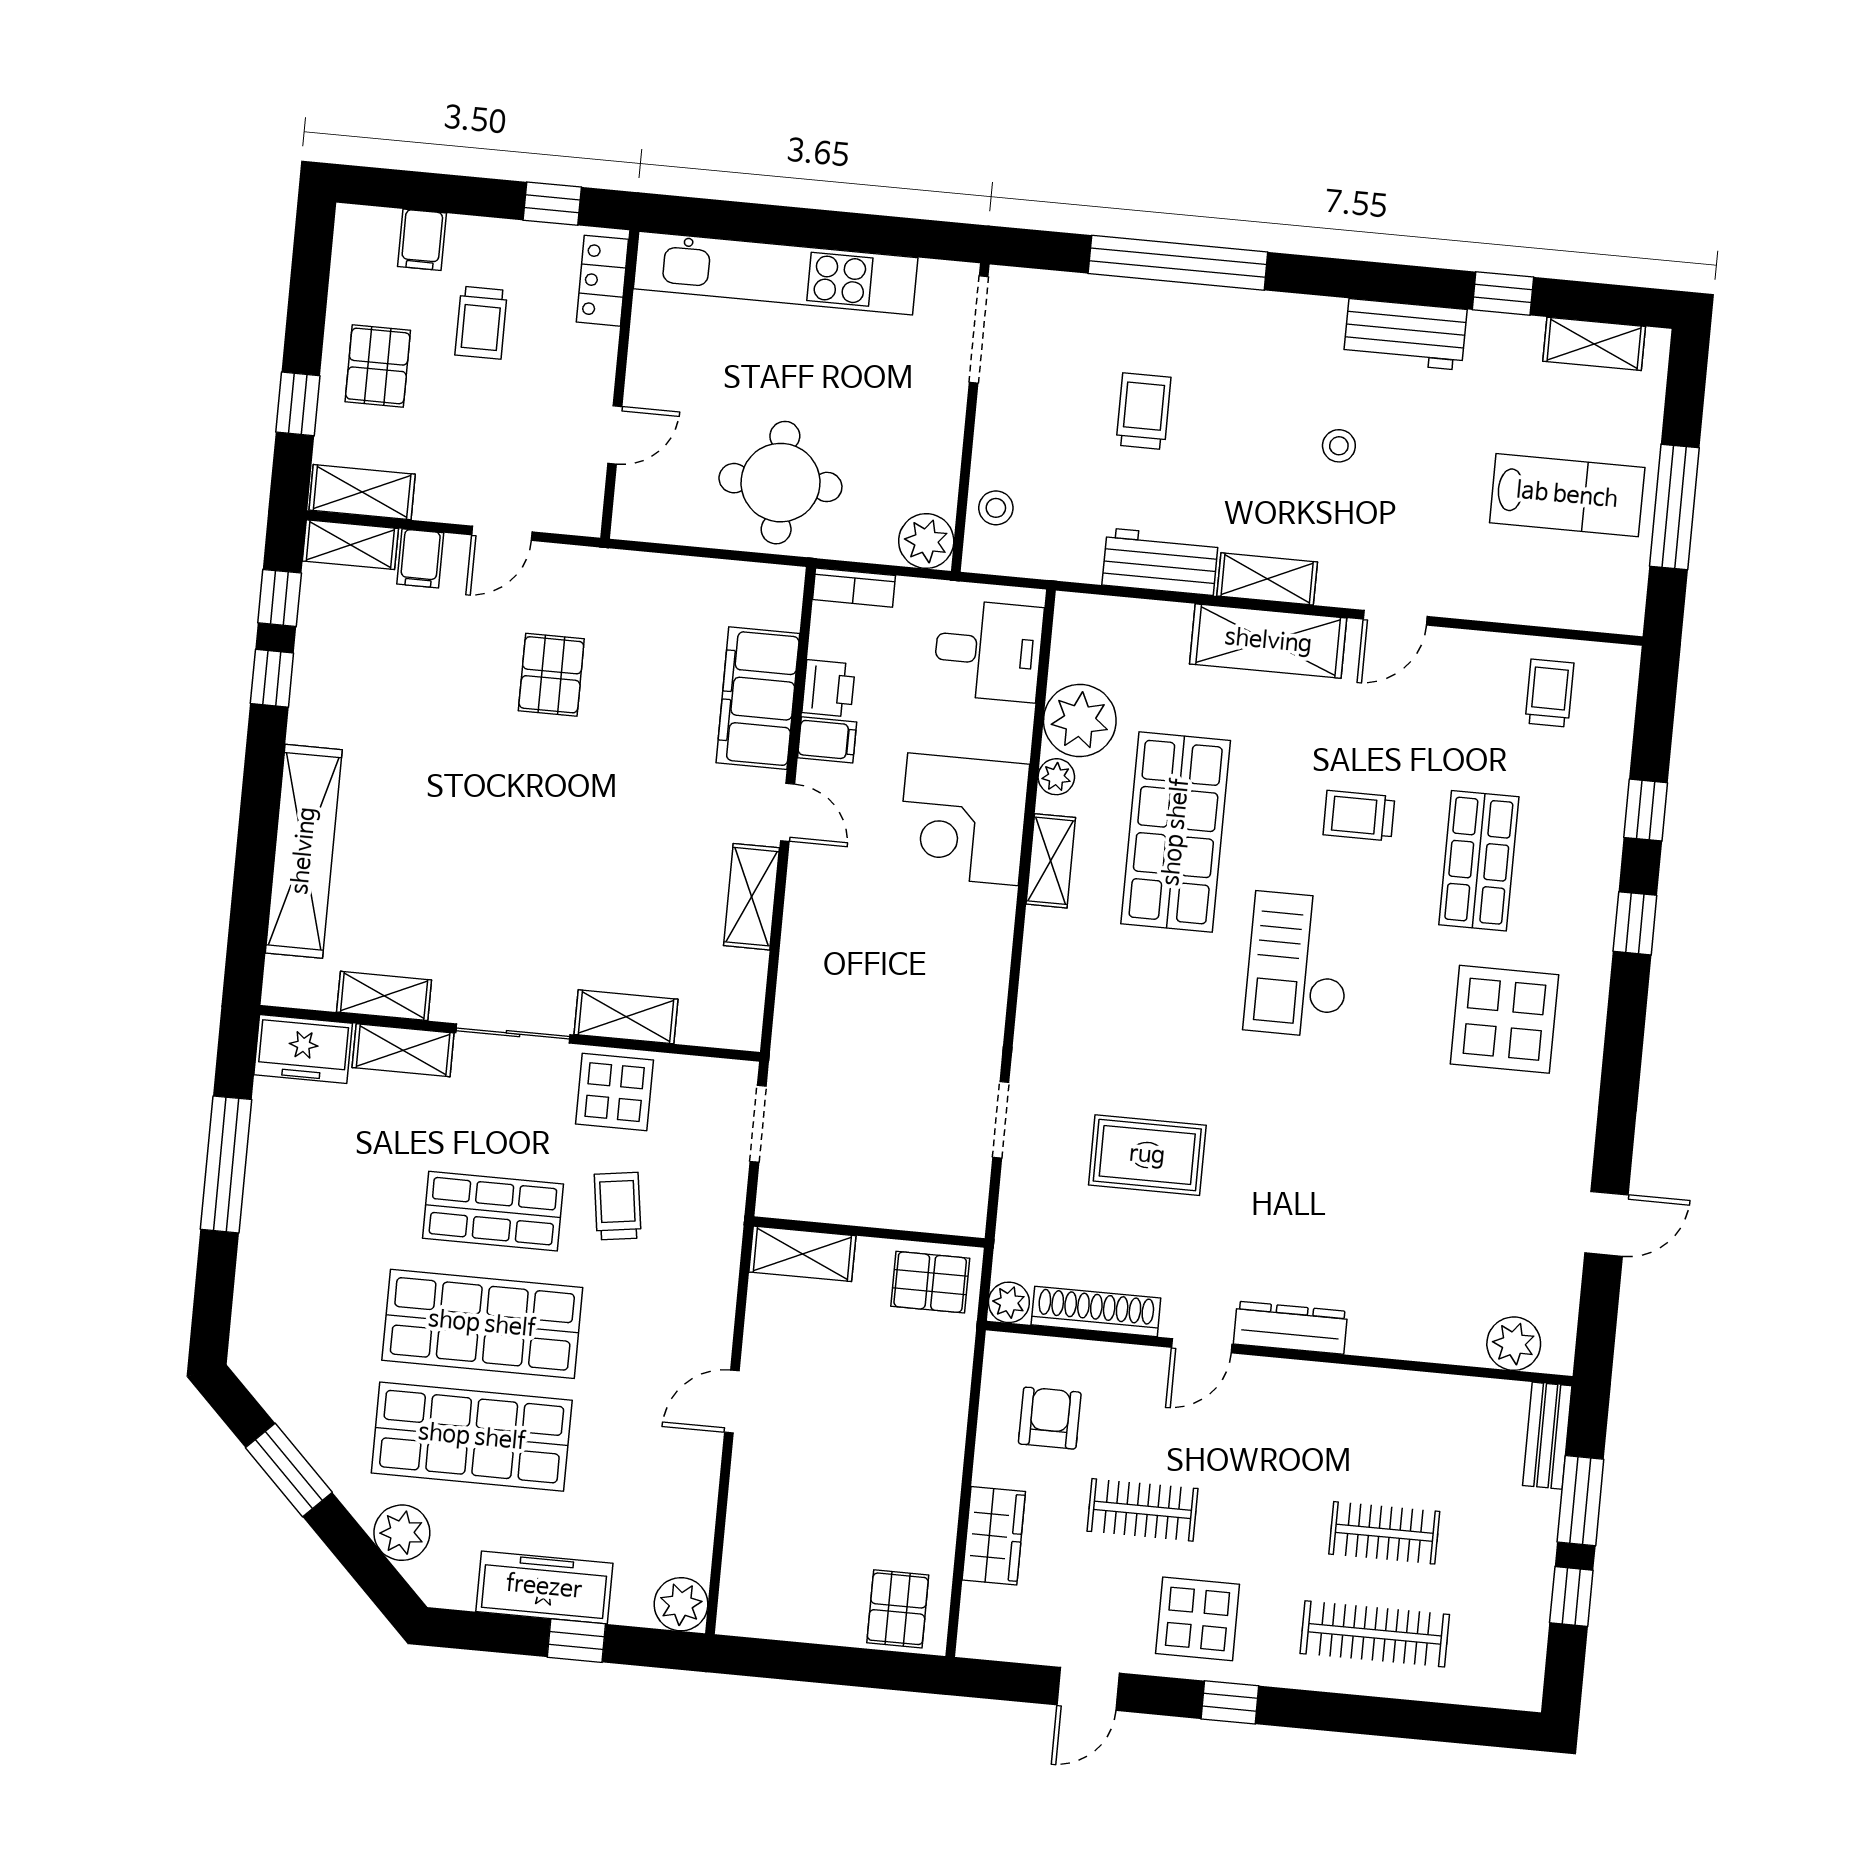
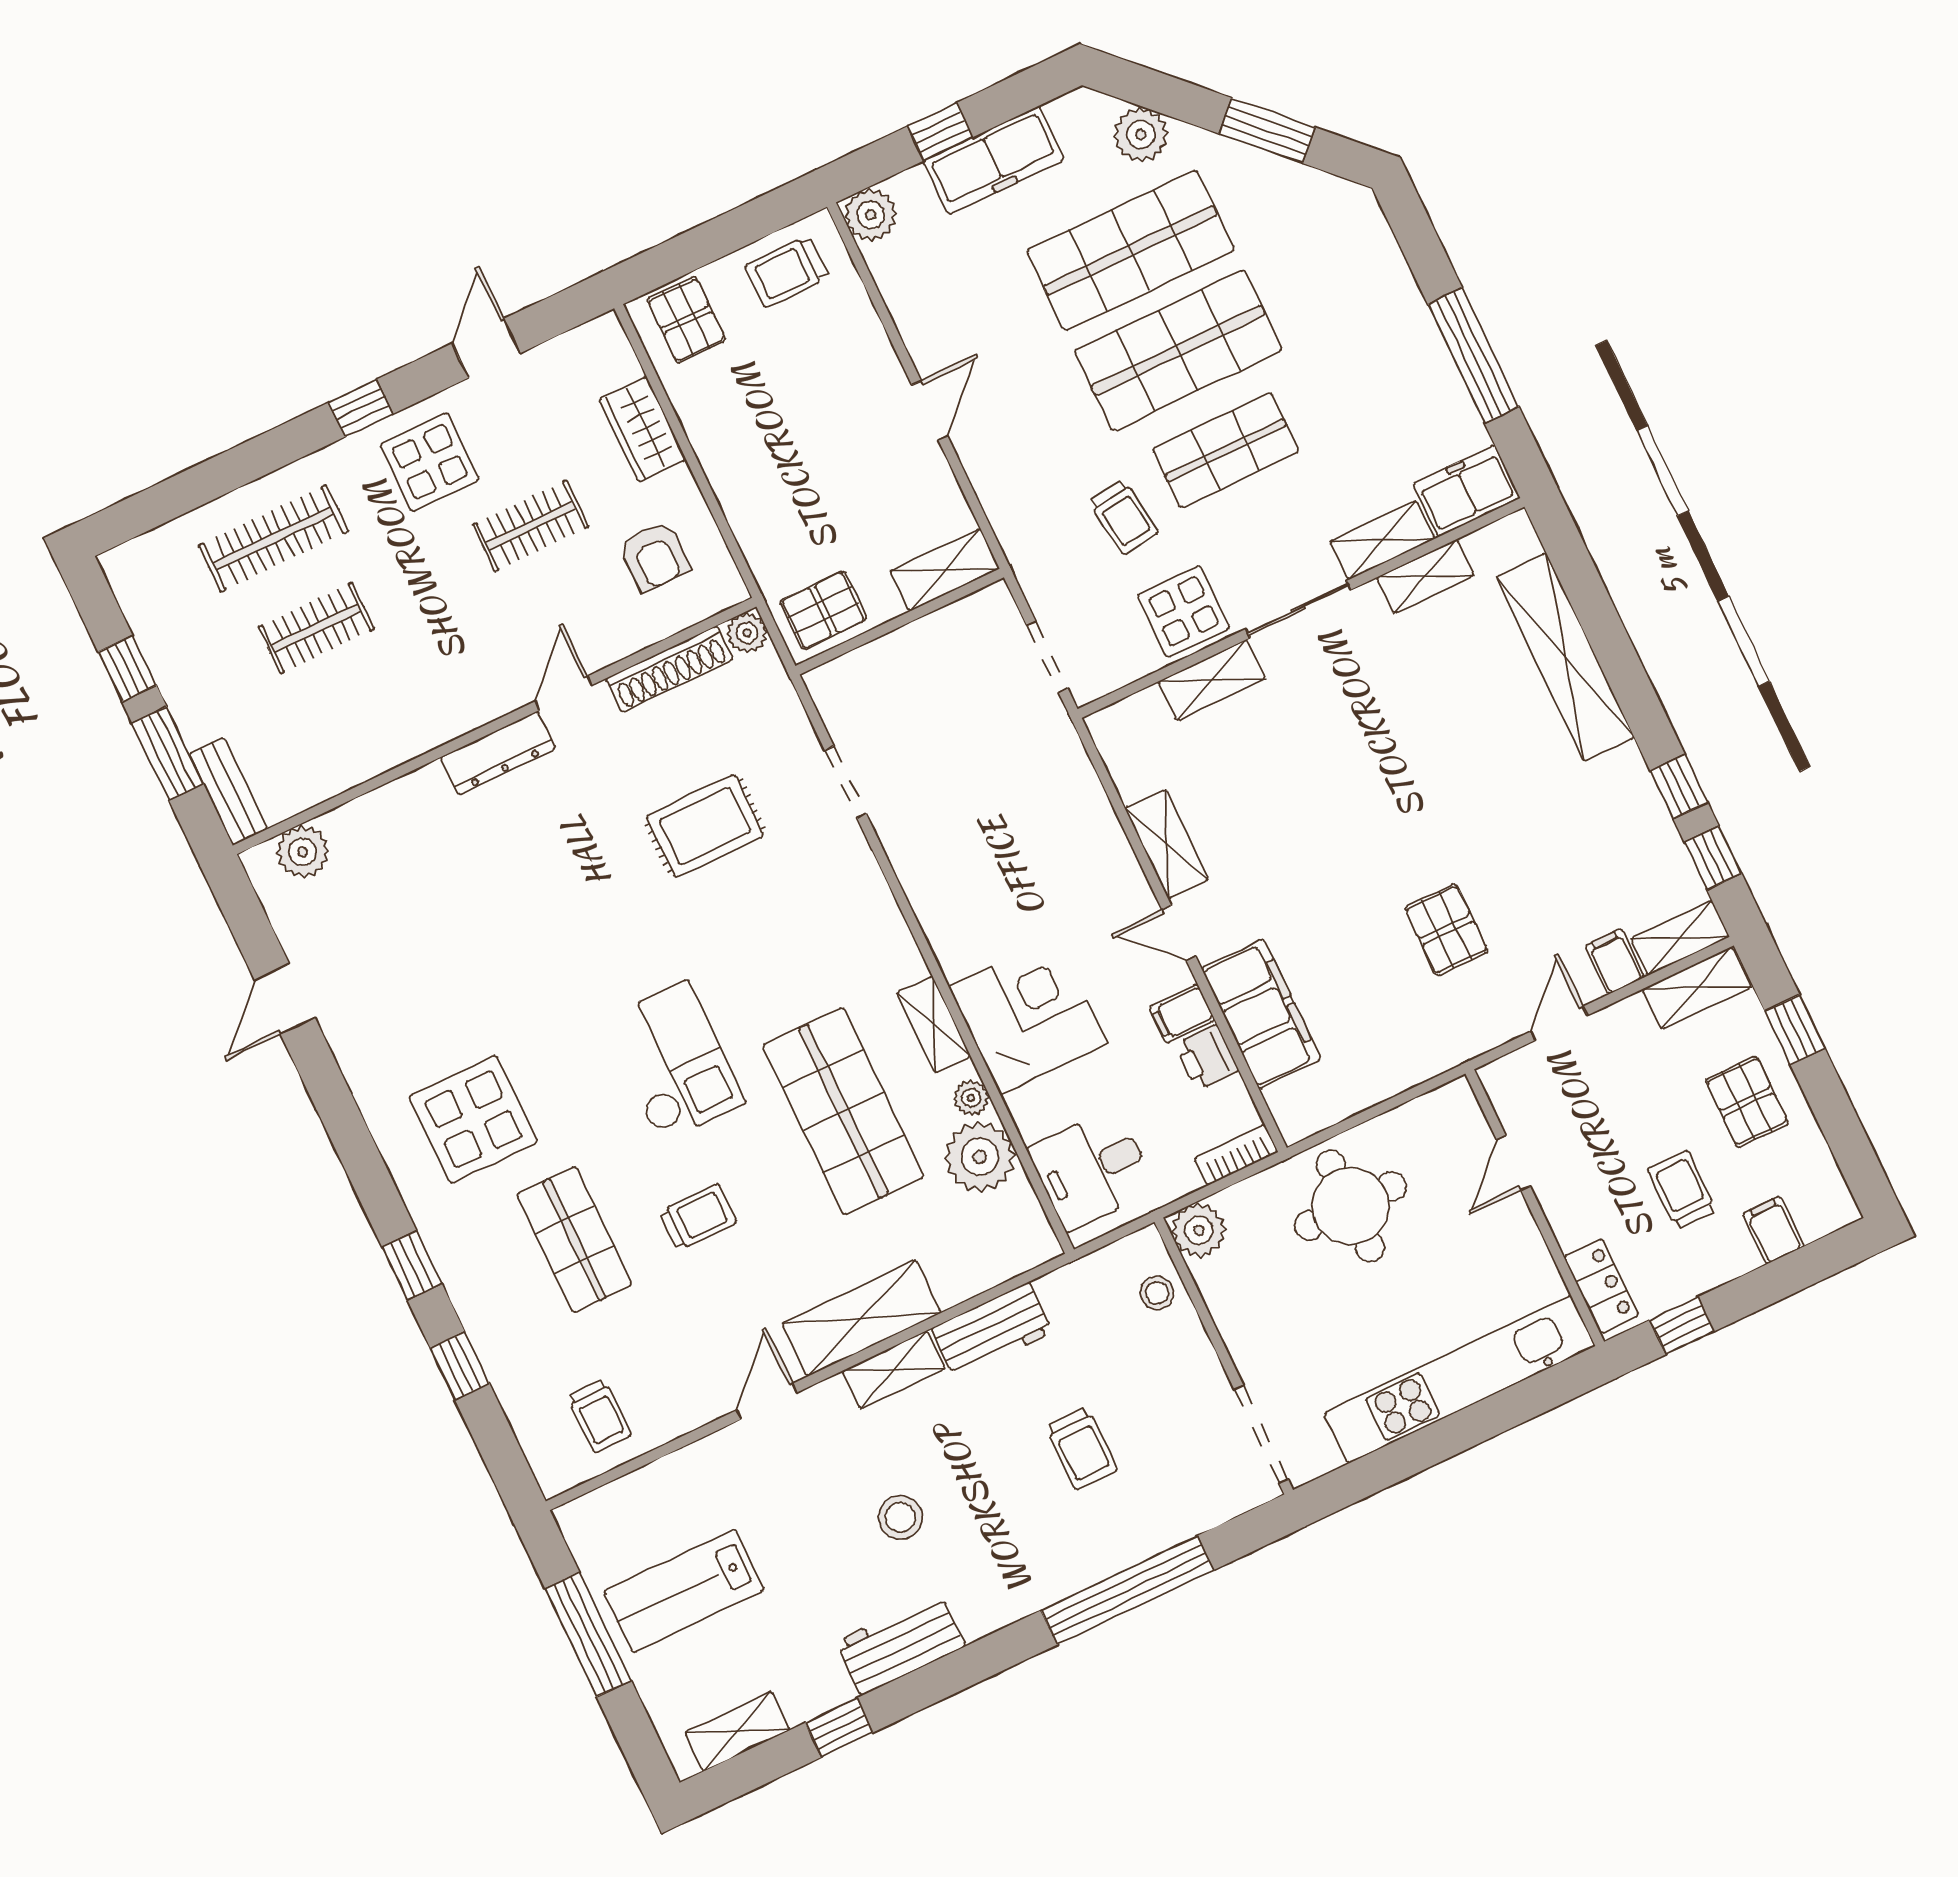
stool: (1339, 446) -> (900, 1517), width x1.37, depth x1.37
trolley: (784, 1598) -> (787, 272), added

